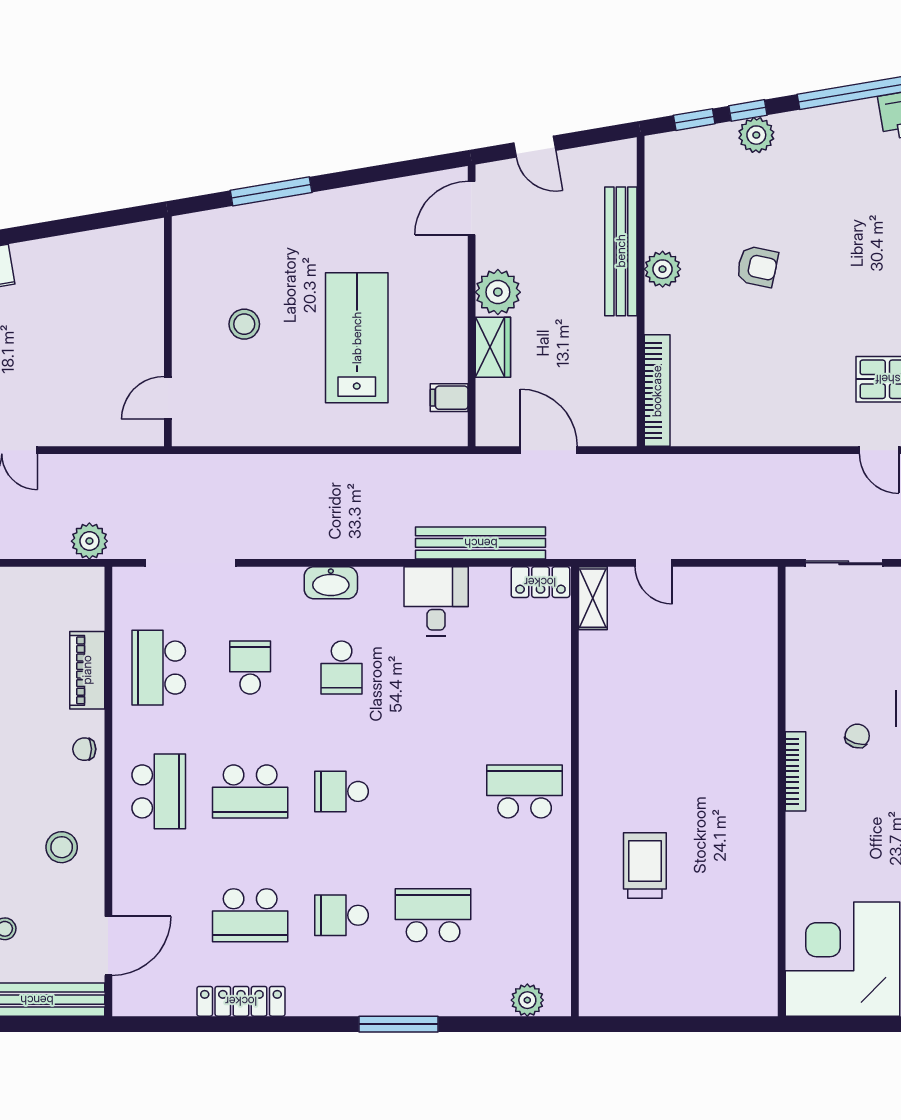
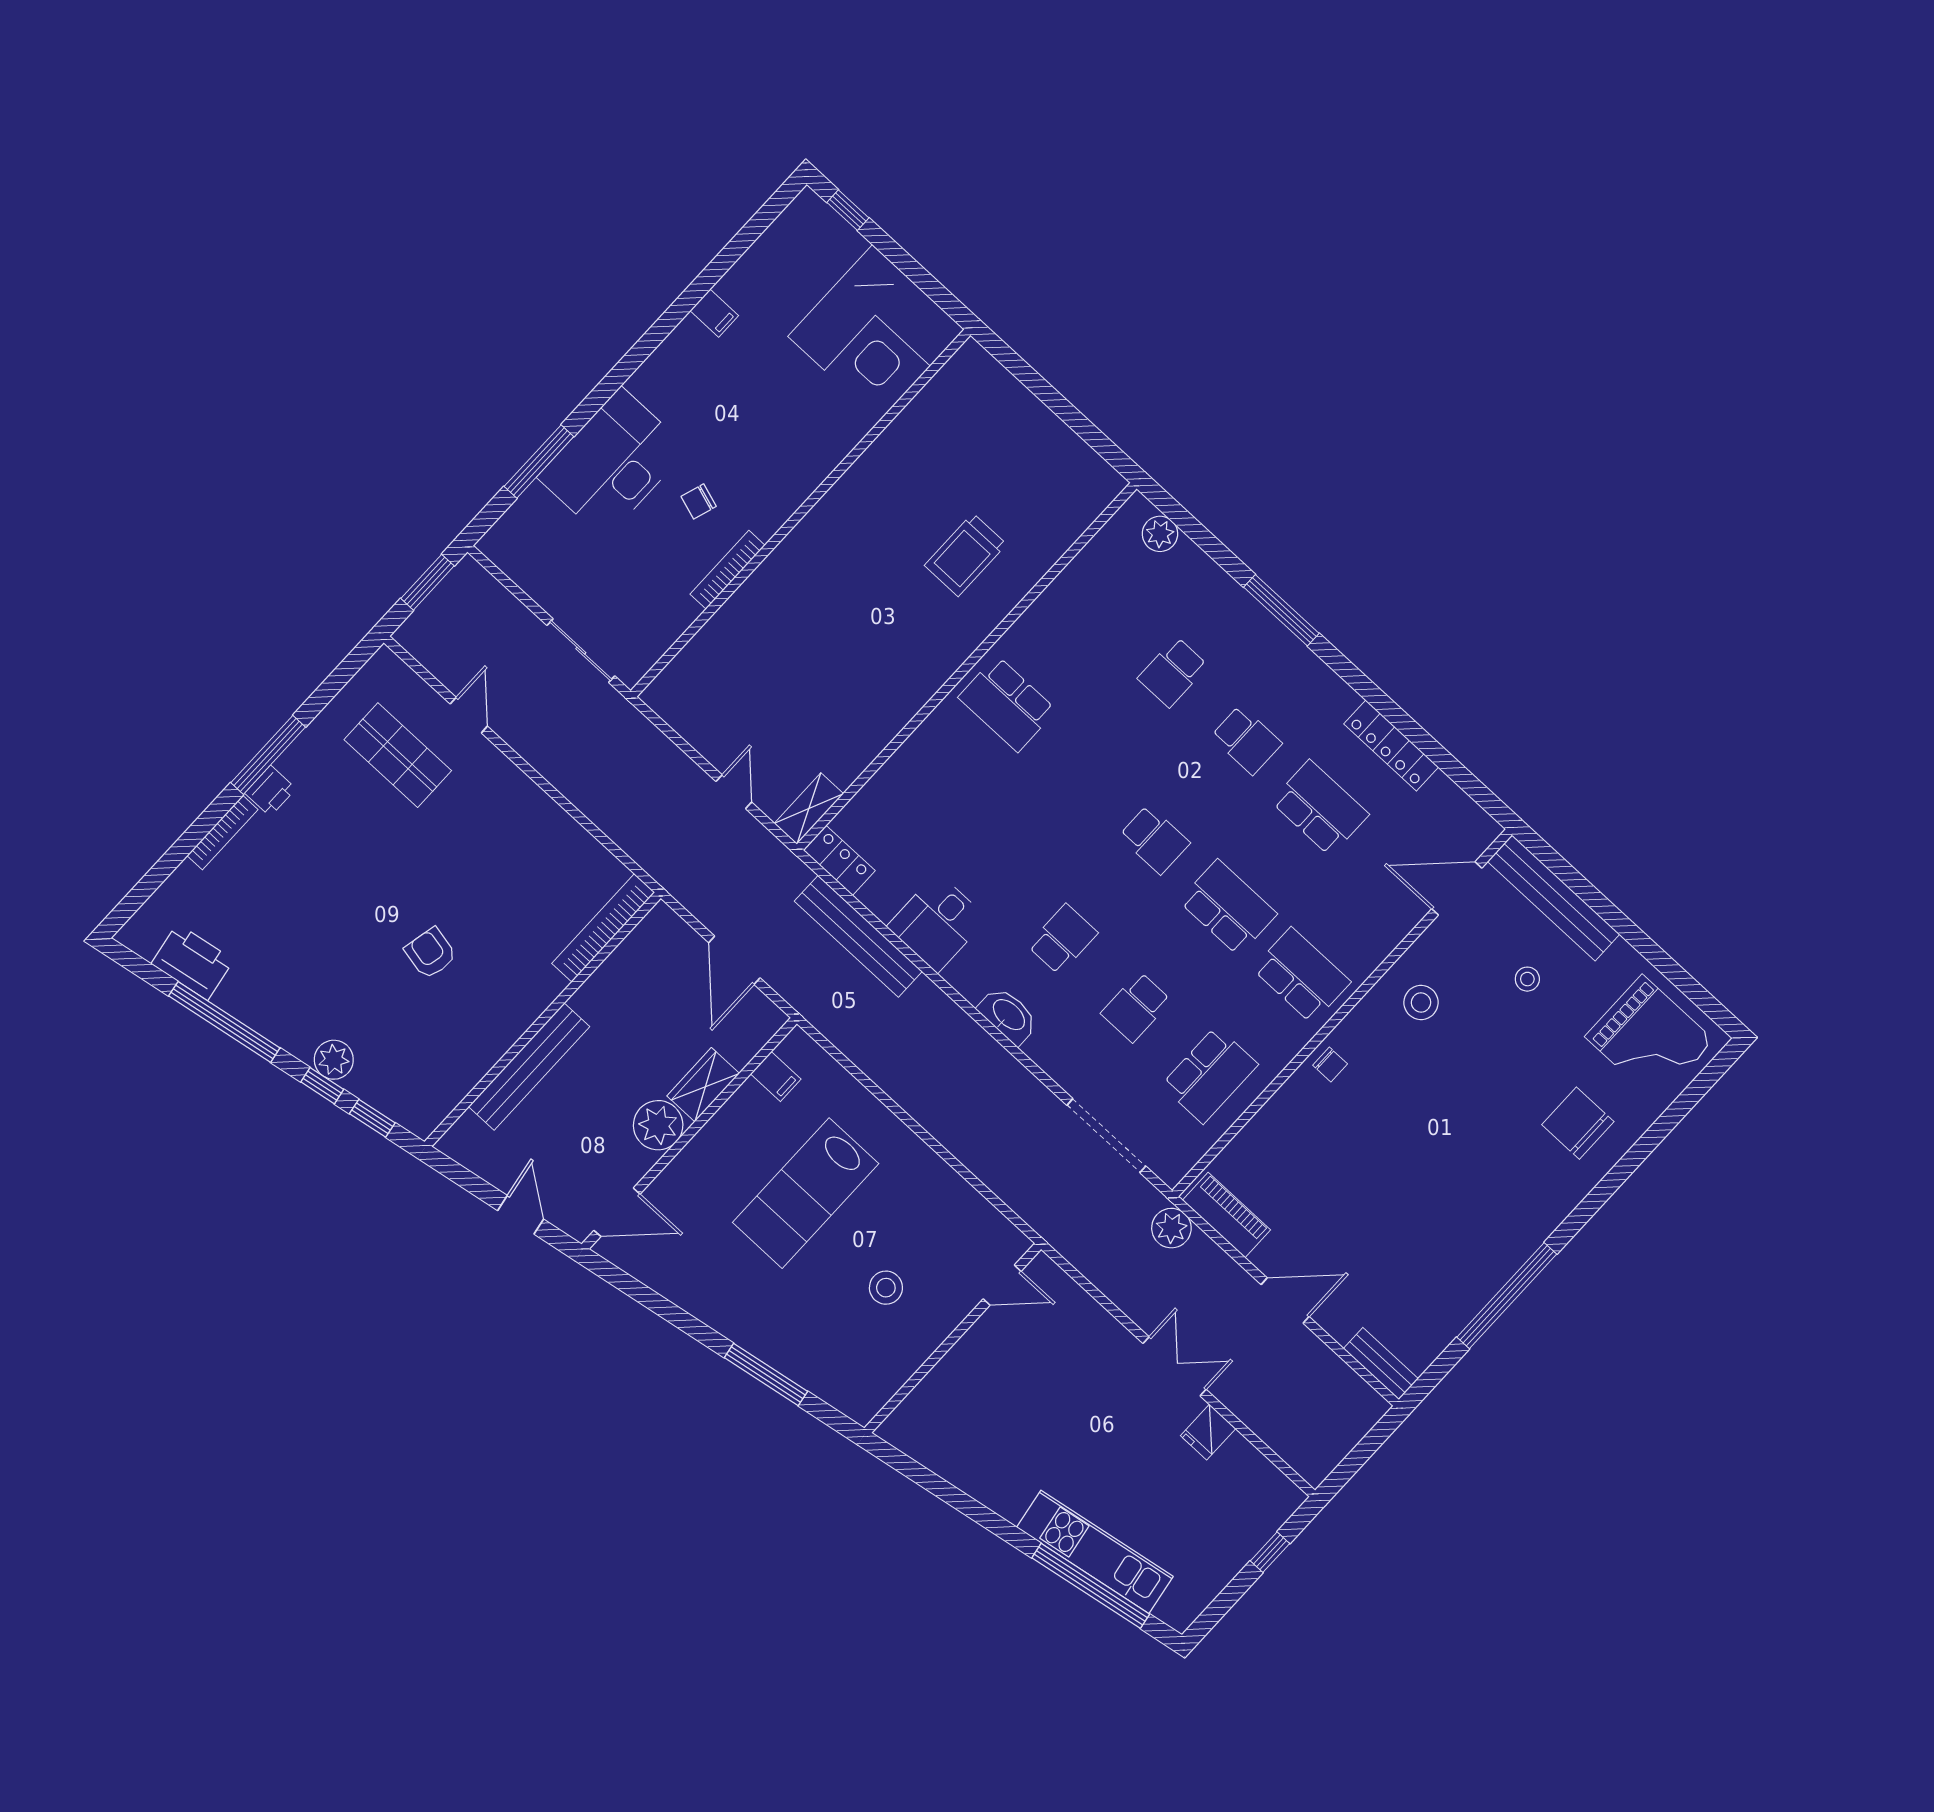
plant: (663, 269) -> (509, 1021), removed
piano: (87, 670) -> (1227, 1215), moved, turned -90
bookcase: (796, 771) -> (727, 570), moved
school desk: (159, 791) -> (1302, 975), turned 90
school desk: (433, 915) -> (1173, 672), width x0.54

